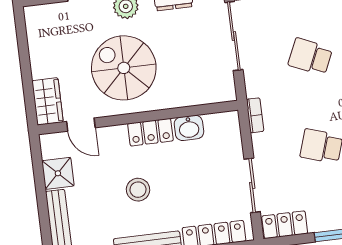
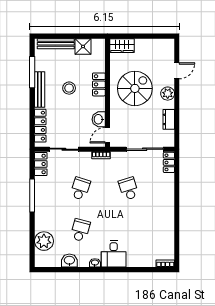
school desk: (310, 57) -> (129, 189), turned -42
door: (81, 125) -> (107, 135), moved
locker: (150, 132) -> (99, 84), moved

